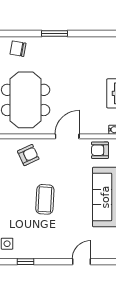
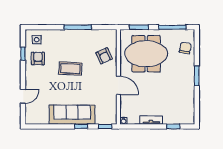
armchair: (100, 150) -> (38, 58), moved
door: (81, 262) -> (23, 96), hinge flipped

